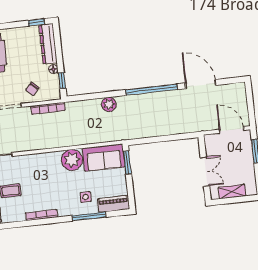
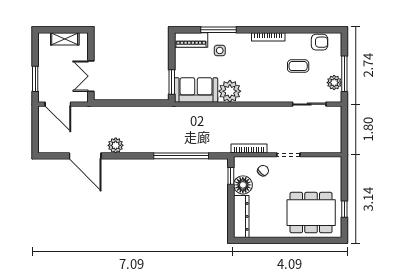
window: (36, 22) -> (251, 240), removed
floor lamp: (53, 69) -> (243, 185), width x1.89, depth x1.89
window: (152, 90) -> (181, 156), moved
plant: (109, 104) -> (116, 145), moved
double door: (205, 172) -> (91, 76), moved

